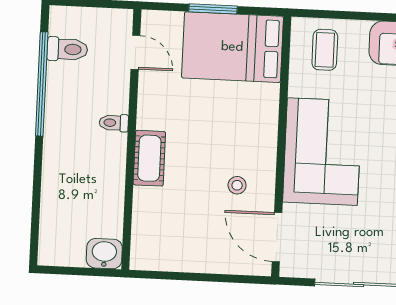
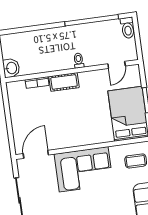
toilet: (67, 49) -> (128, 28), moved
stool: (237, 185) -> (58, 129), removed
bookcase: (141, 210) -> (37, 82), added

